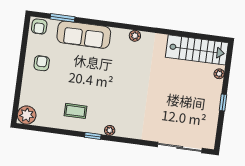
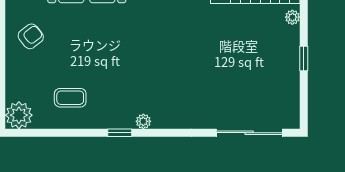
armchair: (42, 63) -> (31, 36), turned 52
coffee table: (75, 111) -> (70, 98), moved

